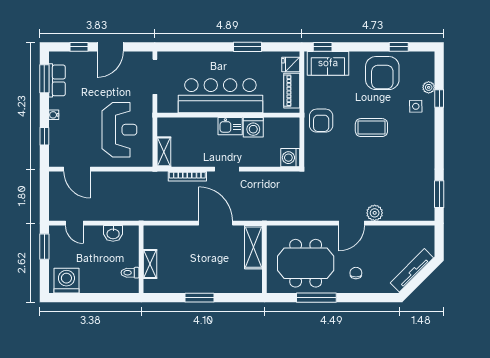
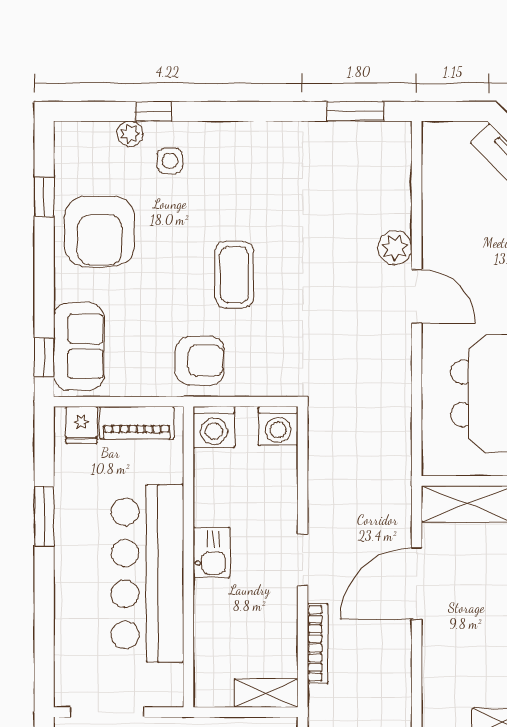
armchair: (382, 73) -> (100, 232), turned 90
washing machine: (253, 127) -> (214, 427), moved, turned 90
coffee table: (371, 128) -> (234, 275), moved

